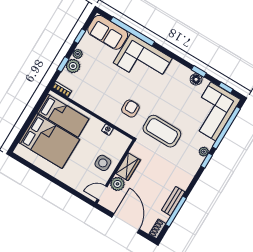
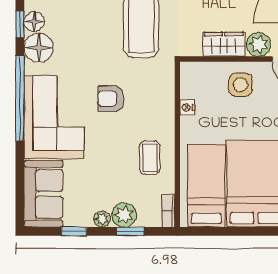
window: (132, 31) -> (20, 99), moved
floor lamp: (182, 74) -> (39, 48), added
coffee table: (94, 96) -> (150, 158), added
armchair: (130, 109) -> (111, 99), moved

